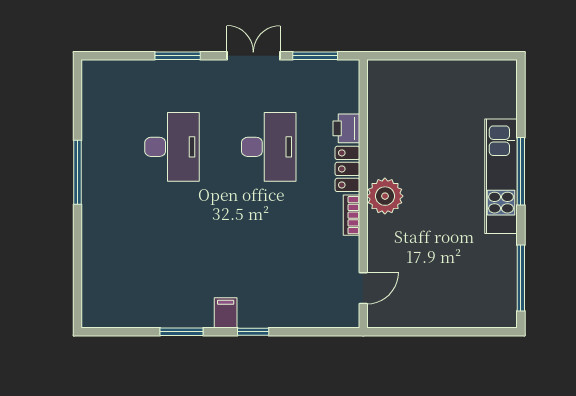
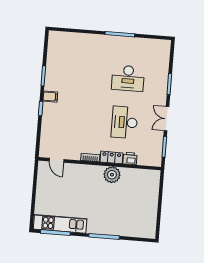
double door: (253, 56) -> (167, 119), swing flipped
desk: (269, 147) -> (124, 122), turned 90
kitchen unit: (501, 176) -> (60, 224), moved
plant: (385, 196) -> (112, 175), moved

